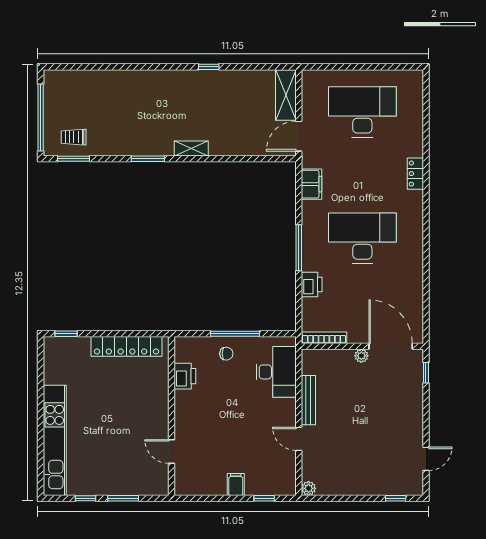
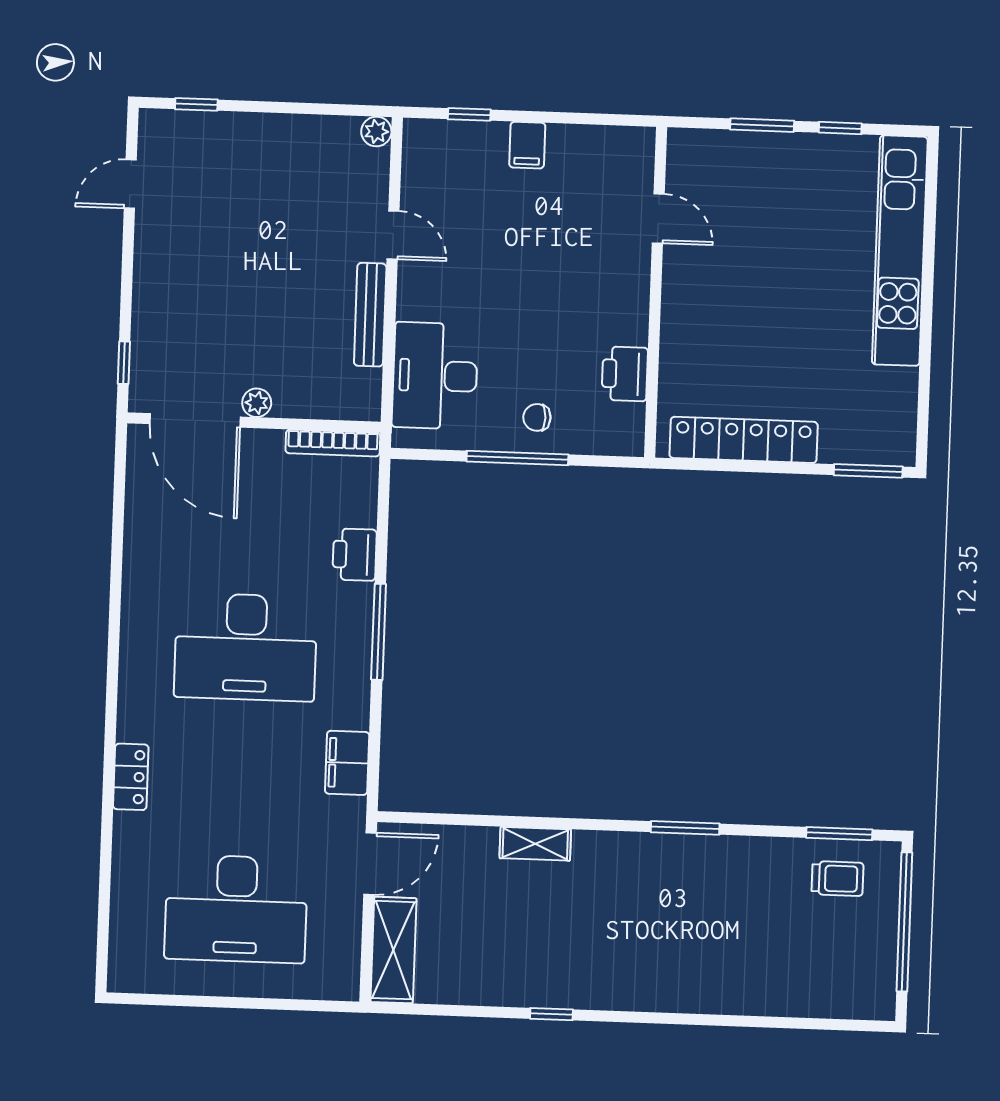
shelving: (191, 149) -> (535, 844), moved
window: (66, 334) -> (868, 471), width x1.50

